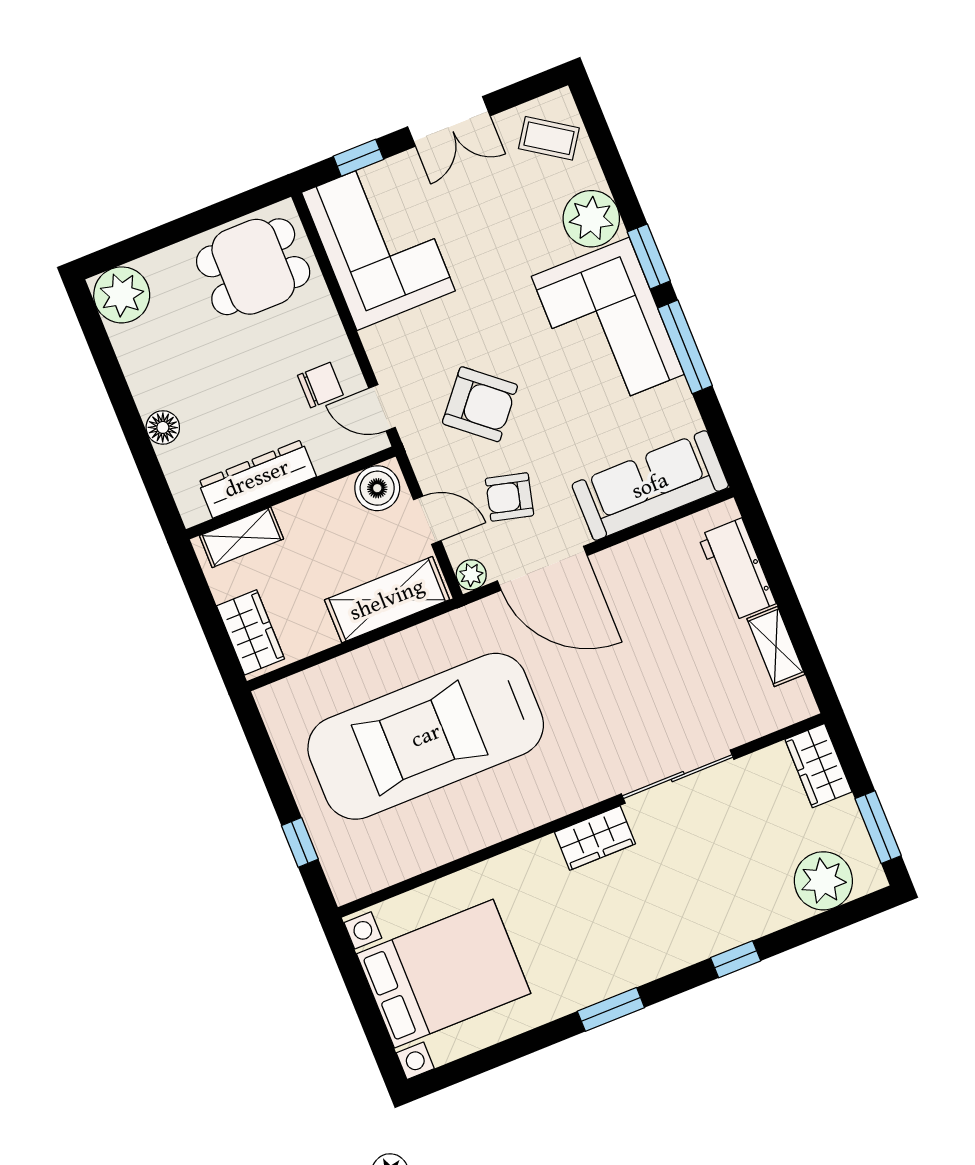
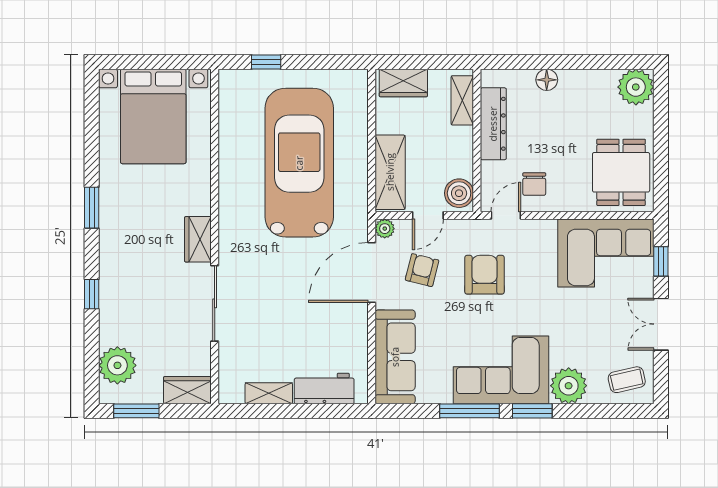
coffee table: (549, 138) -> (627, 380), turned 43
armchair: (480, 404) -> (485, 275), turned 140

